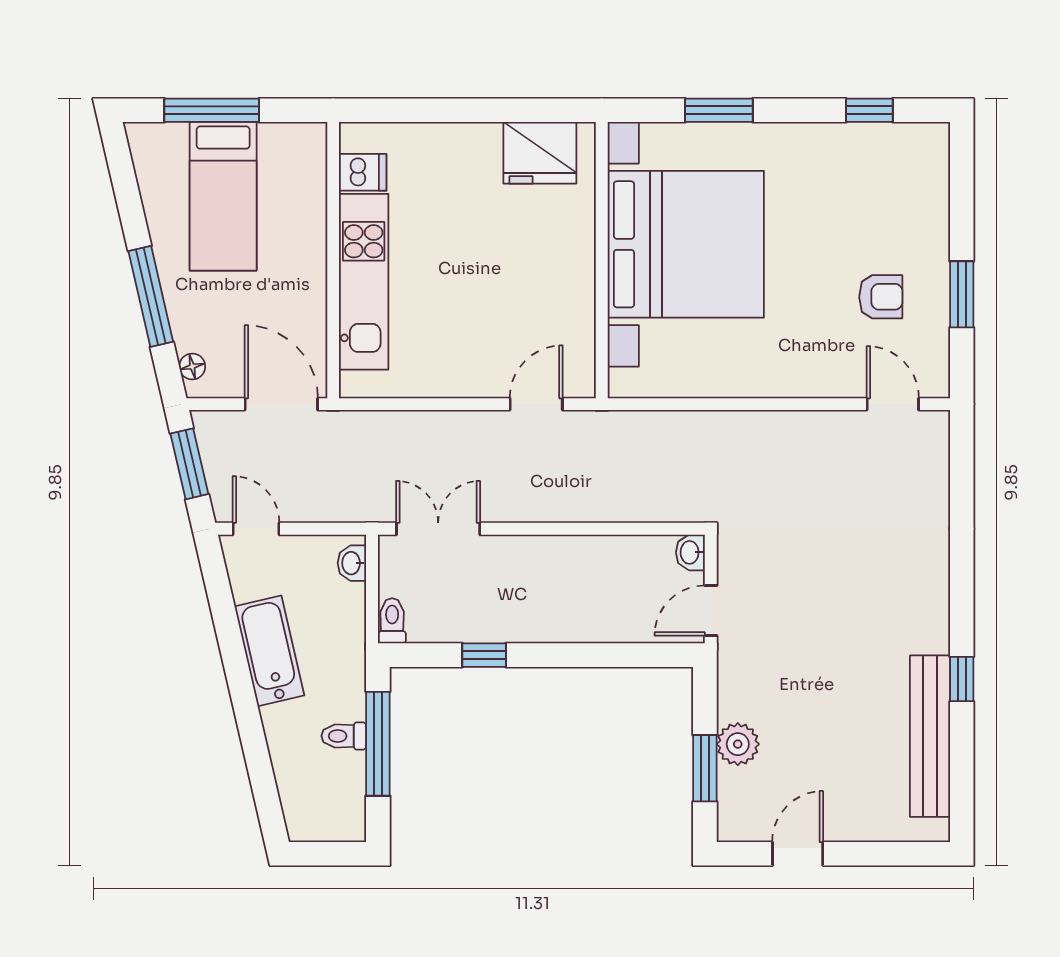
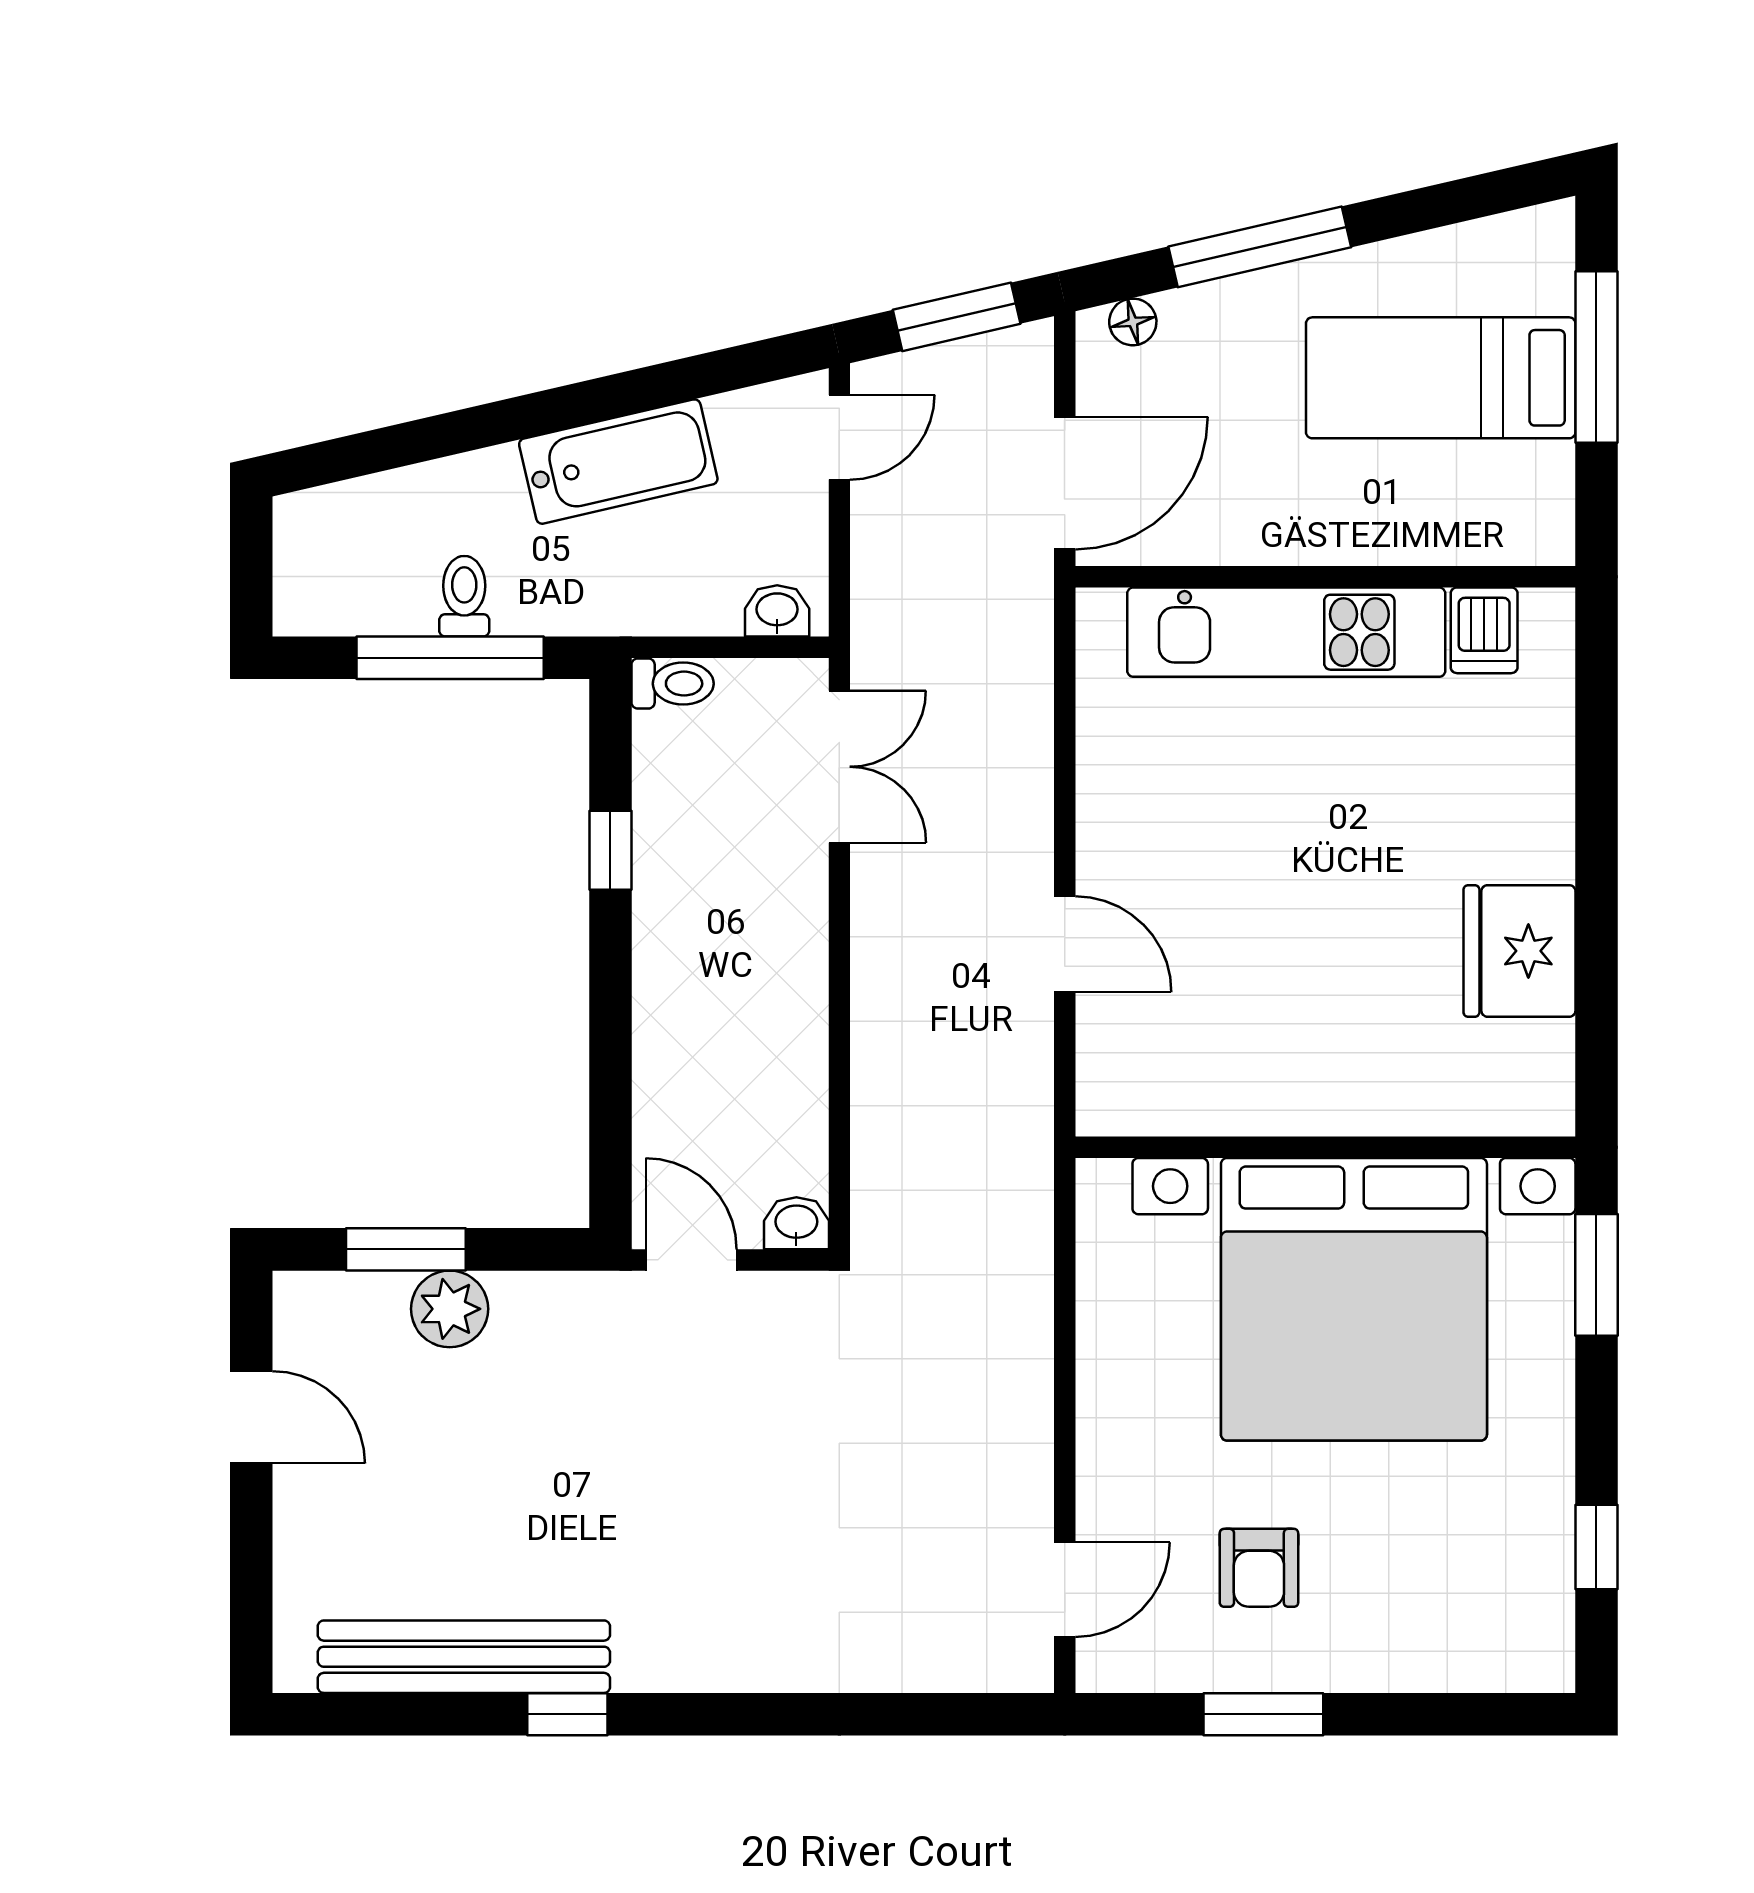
bed with nightstands: (686, 244) -> (1354, 1299), moved
wall: (602, 260) -> (1325, 1147), moved

